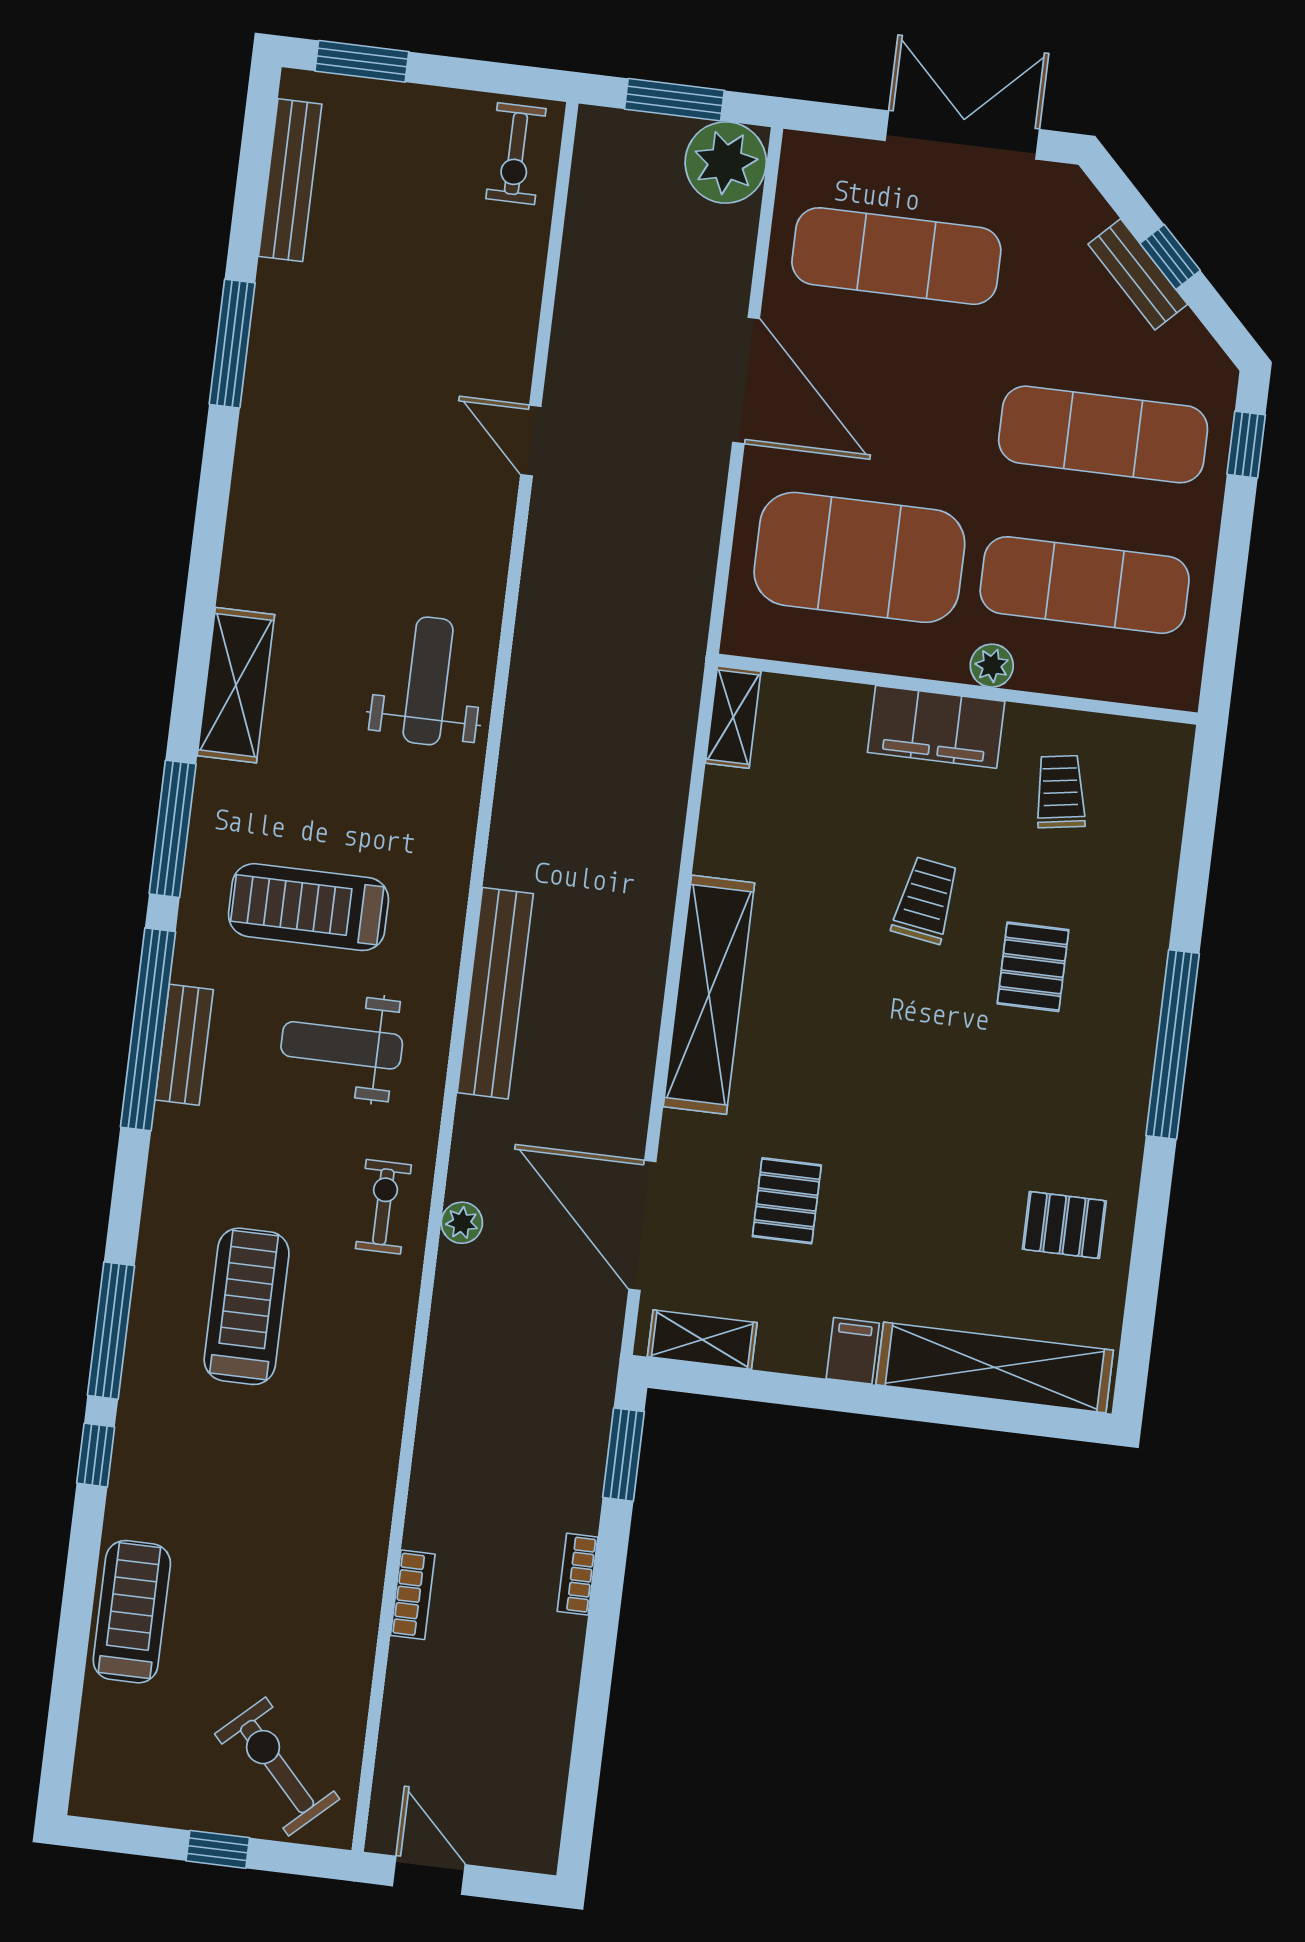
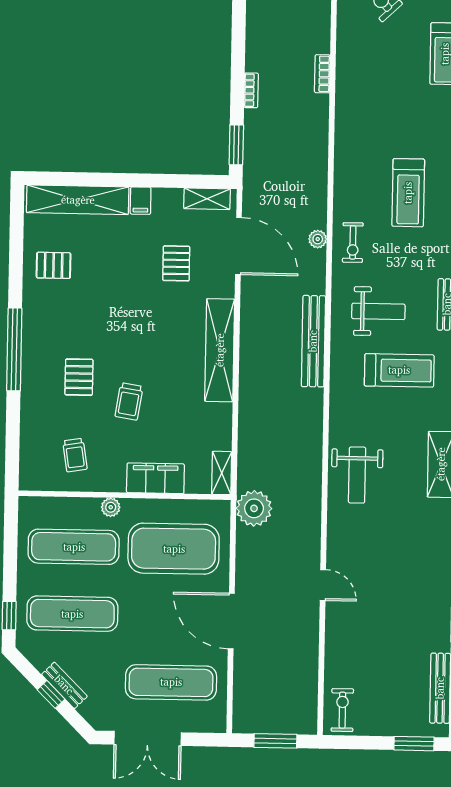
plant: (726, 162) -> (254, 508), moved
filing cabinet: (936, 727) -> (155, 478), moved

